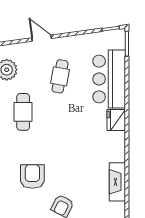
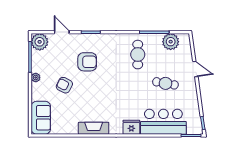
door: (42, 38) -> (195, 69), hinge flipped
cafe table: (23, 112) -> (138, 55), turned 90
fireplace: (117, 182) -> (94, 128), moved

